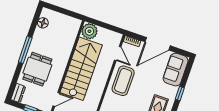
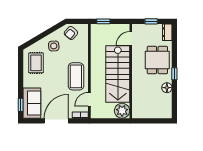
floor lamp: (43, 23) -> (167, 88), moved
window: (25, 50) -> (174, 74), width x0.46
door: (118, 54) -> (89, 99), hinge flipped
window: (180, 94) -> (21, 105), moved

